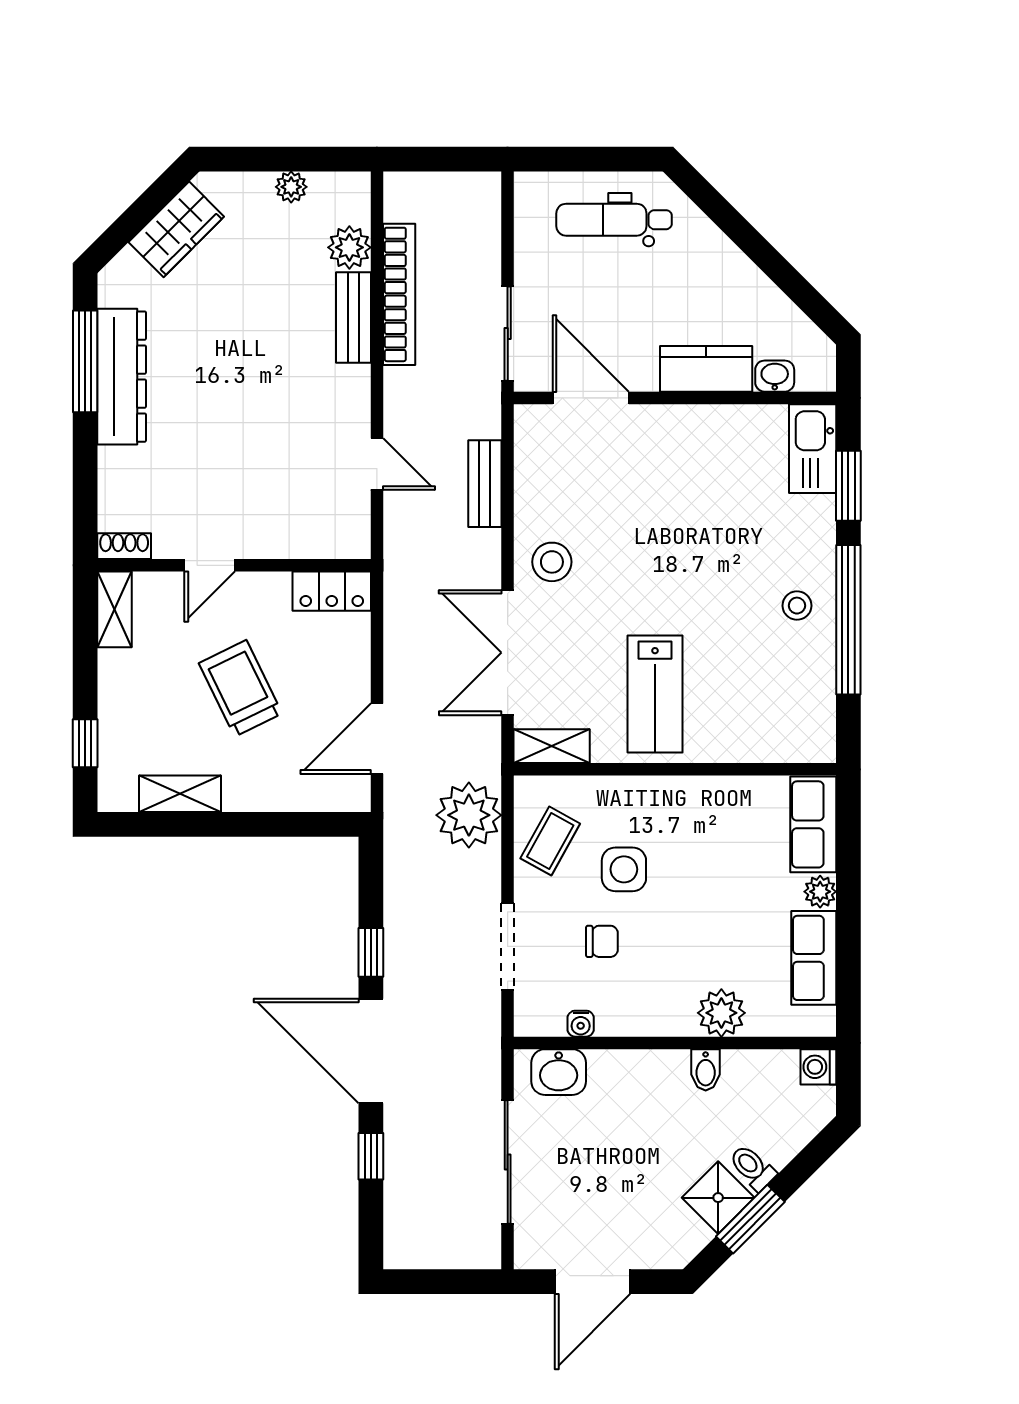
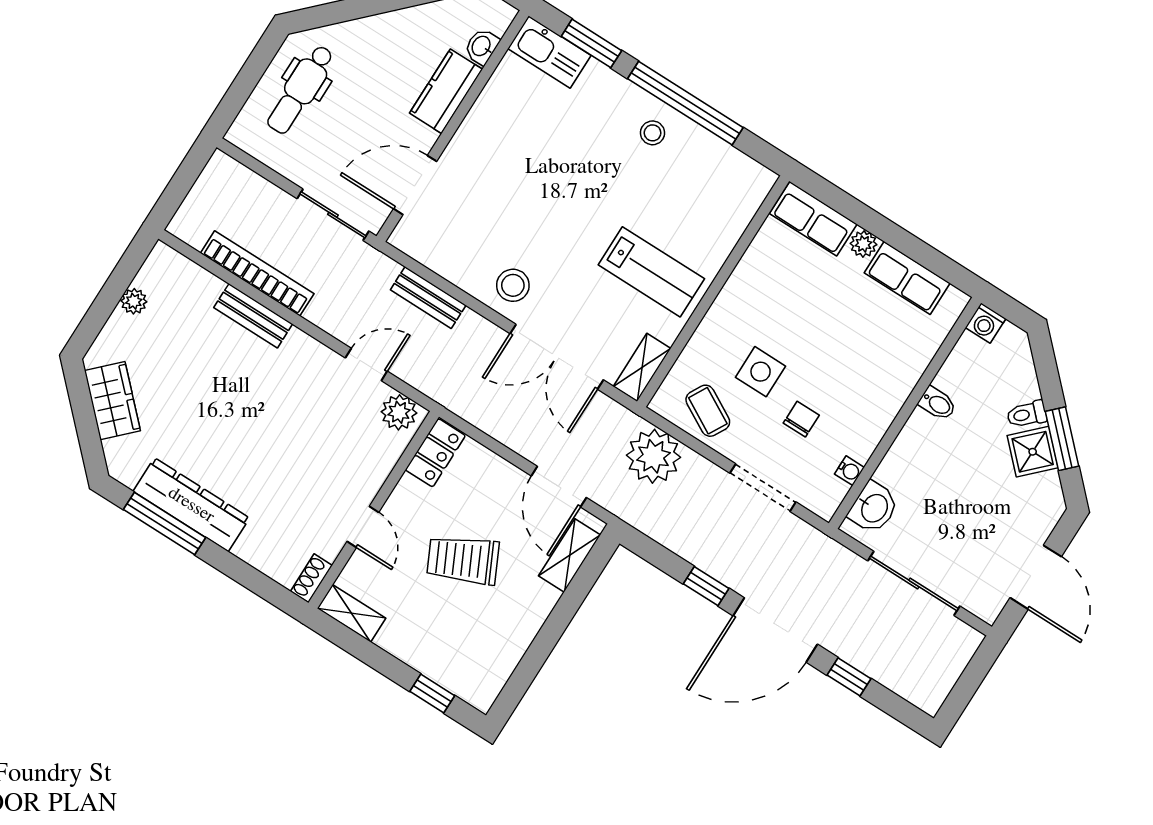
plant: (349, 247) -> (399, 412), moved
shelving: (180, 794) -> (570, 555), moved
plant: (721, 1013) -> (905, 367), removed

